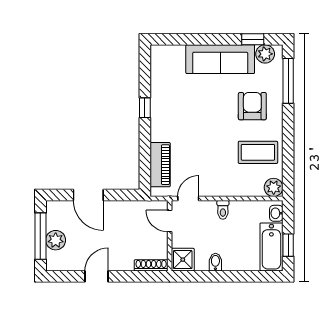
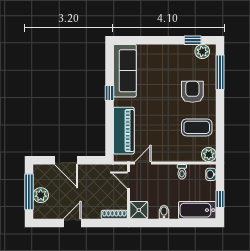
sofa: (220, 59) -> (125, 71), moved, turned -90
piano: (160, 165) -> (124, 131), width x1.37, depth x1.33
toilet: (223, 210) -> (182, 172), moved
bathtub: (271, 247) -> (197, 210), moved, turned 90

